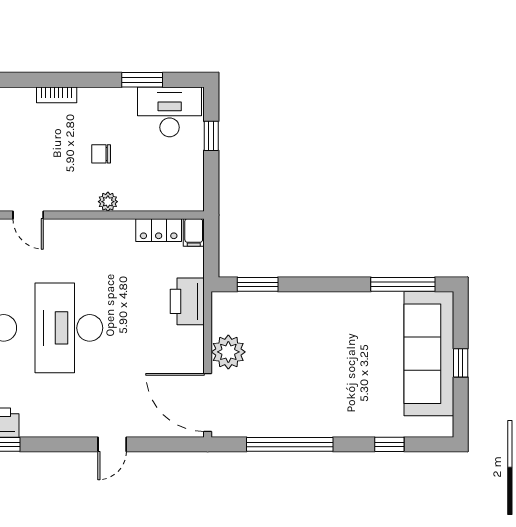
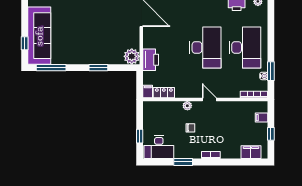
window: (142, 80) -> (183, 162), moved
door: (28, 215) -> (209, 100), moved
window: (258, 284) -> (98, 68), moved
plant: (228, 352) -> (132, 56), moved
window: (461, 363) -> (25, 43), moved

